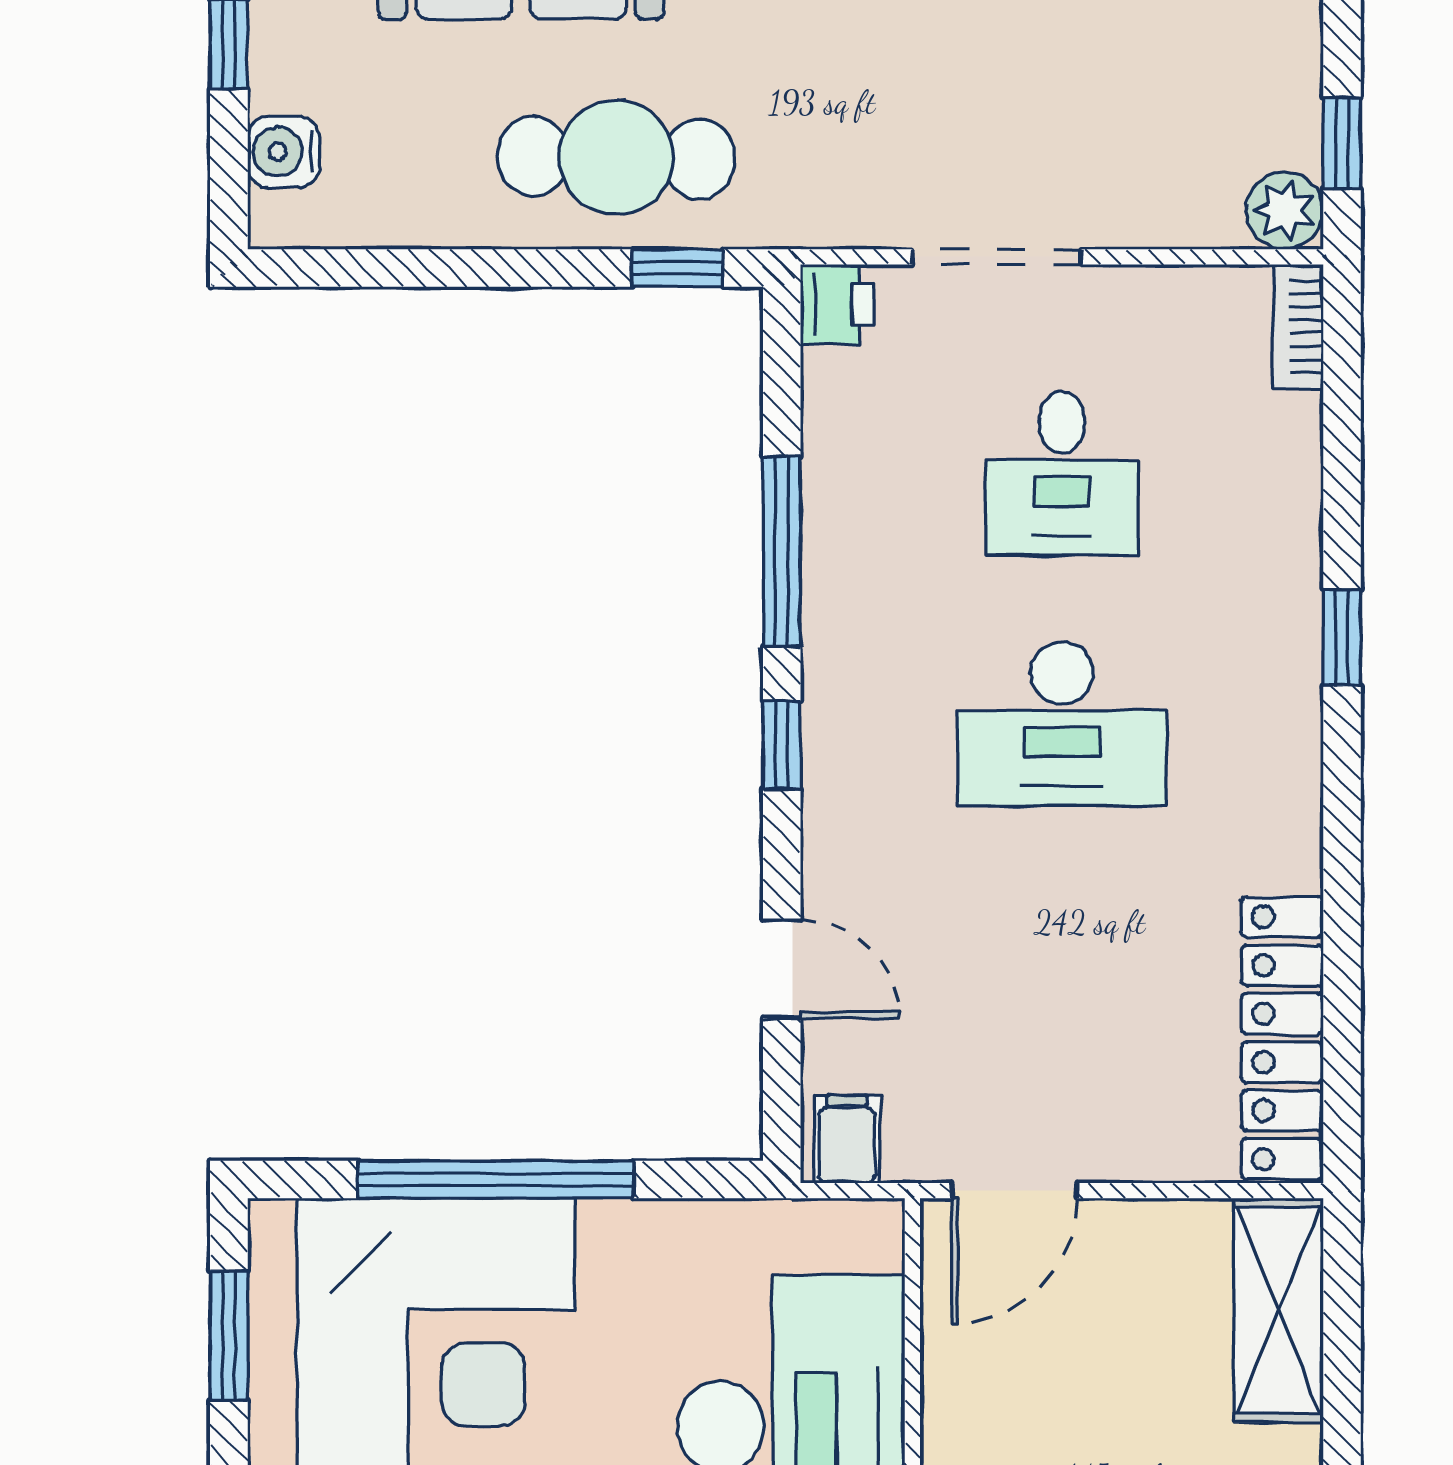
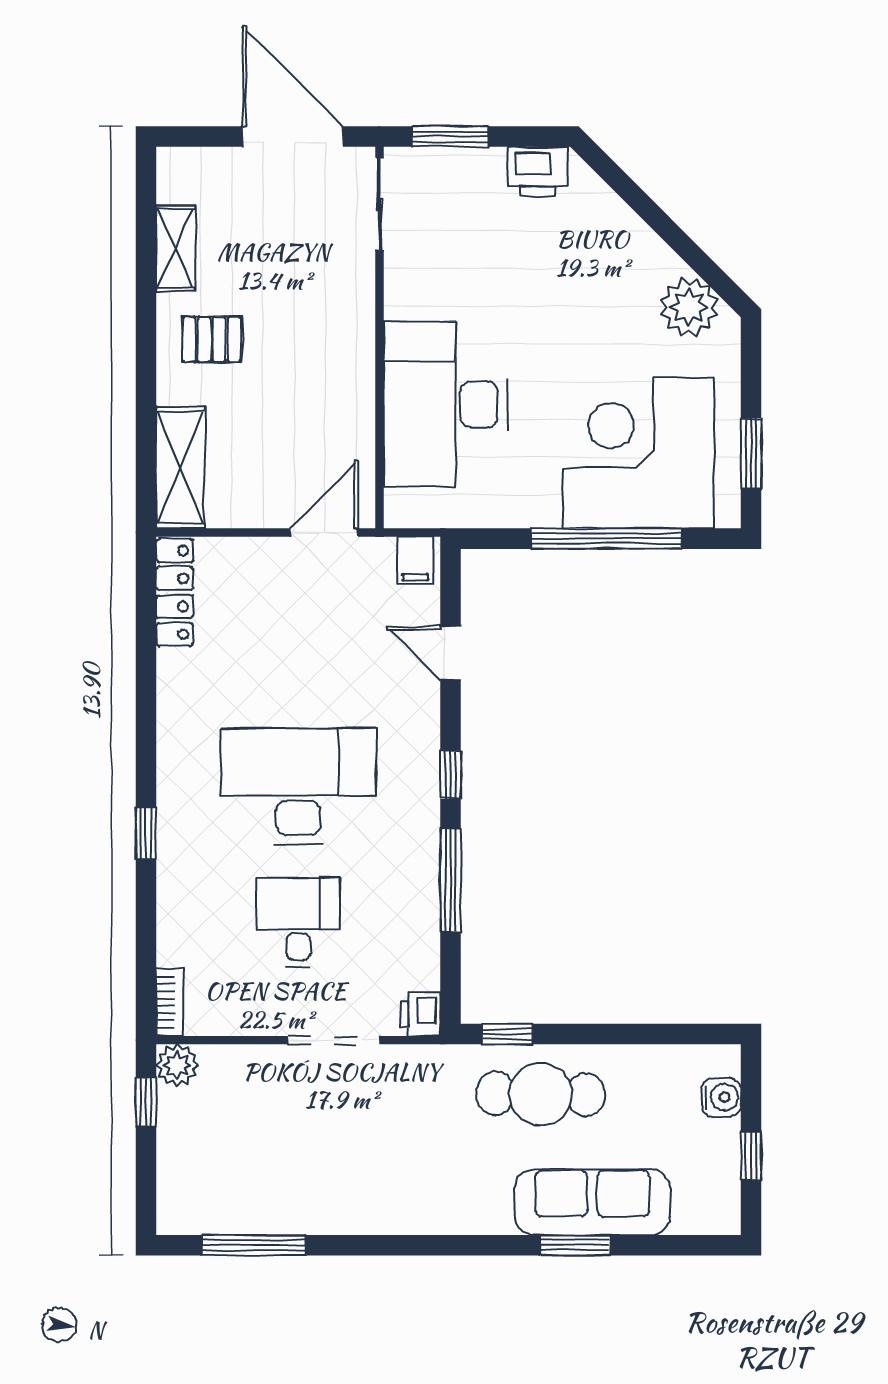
desk: (1062, 724) -> (298, 786), width x1.36, depth x1.30
locker: (1282, 1038) -> (175, 592), width x0.71, depth x0.83

